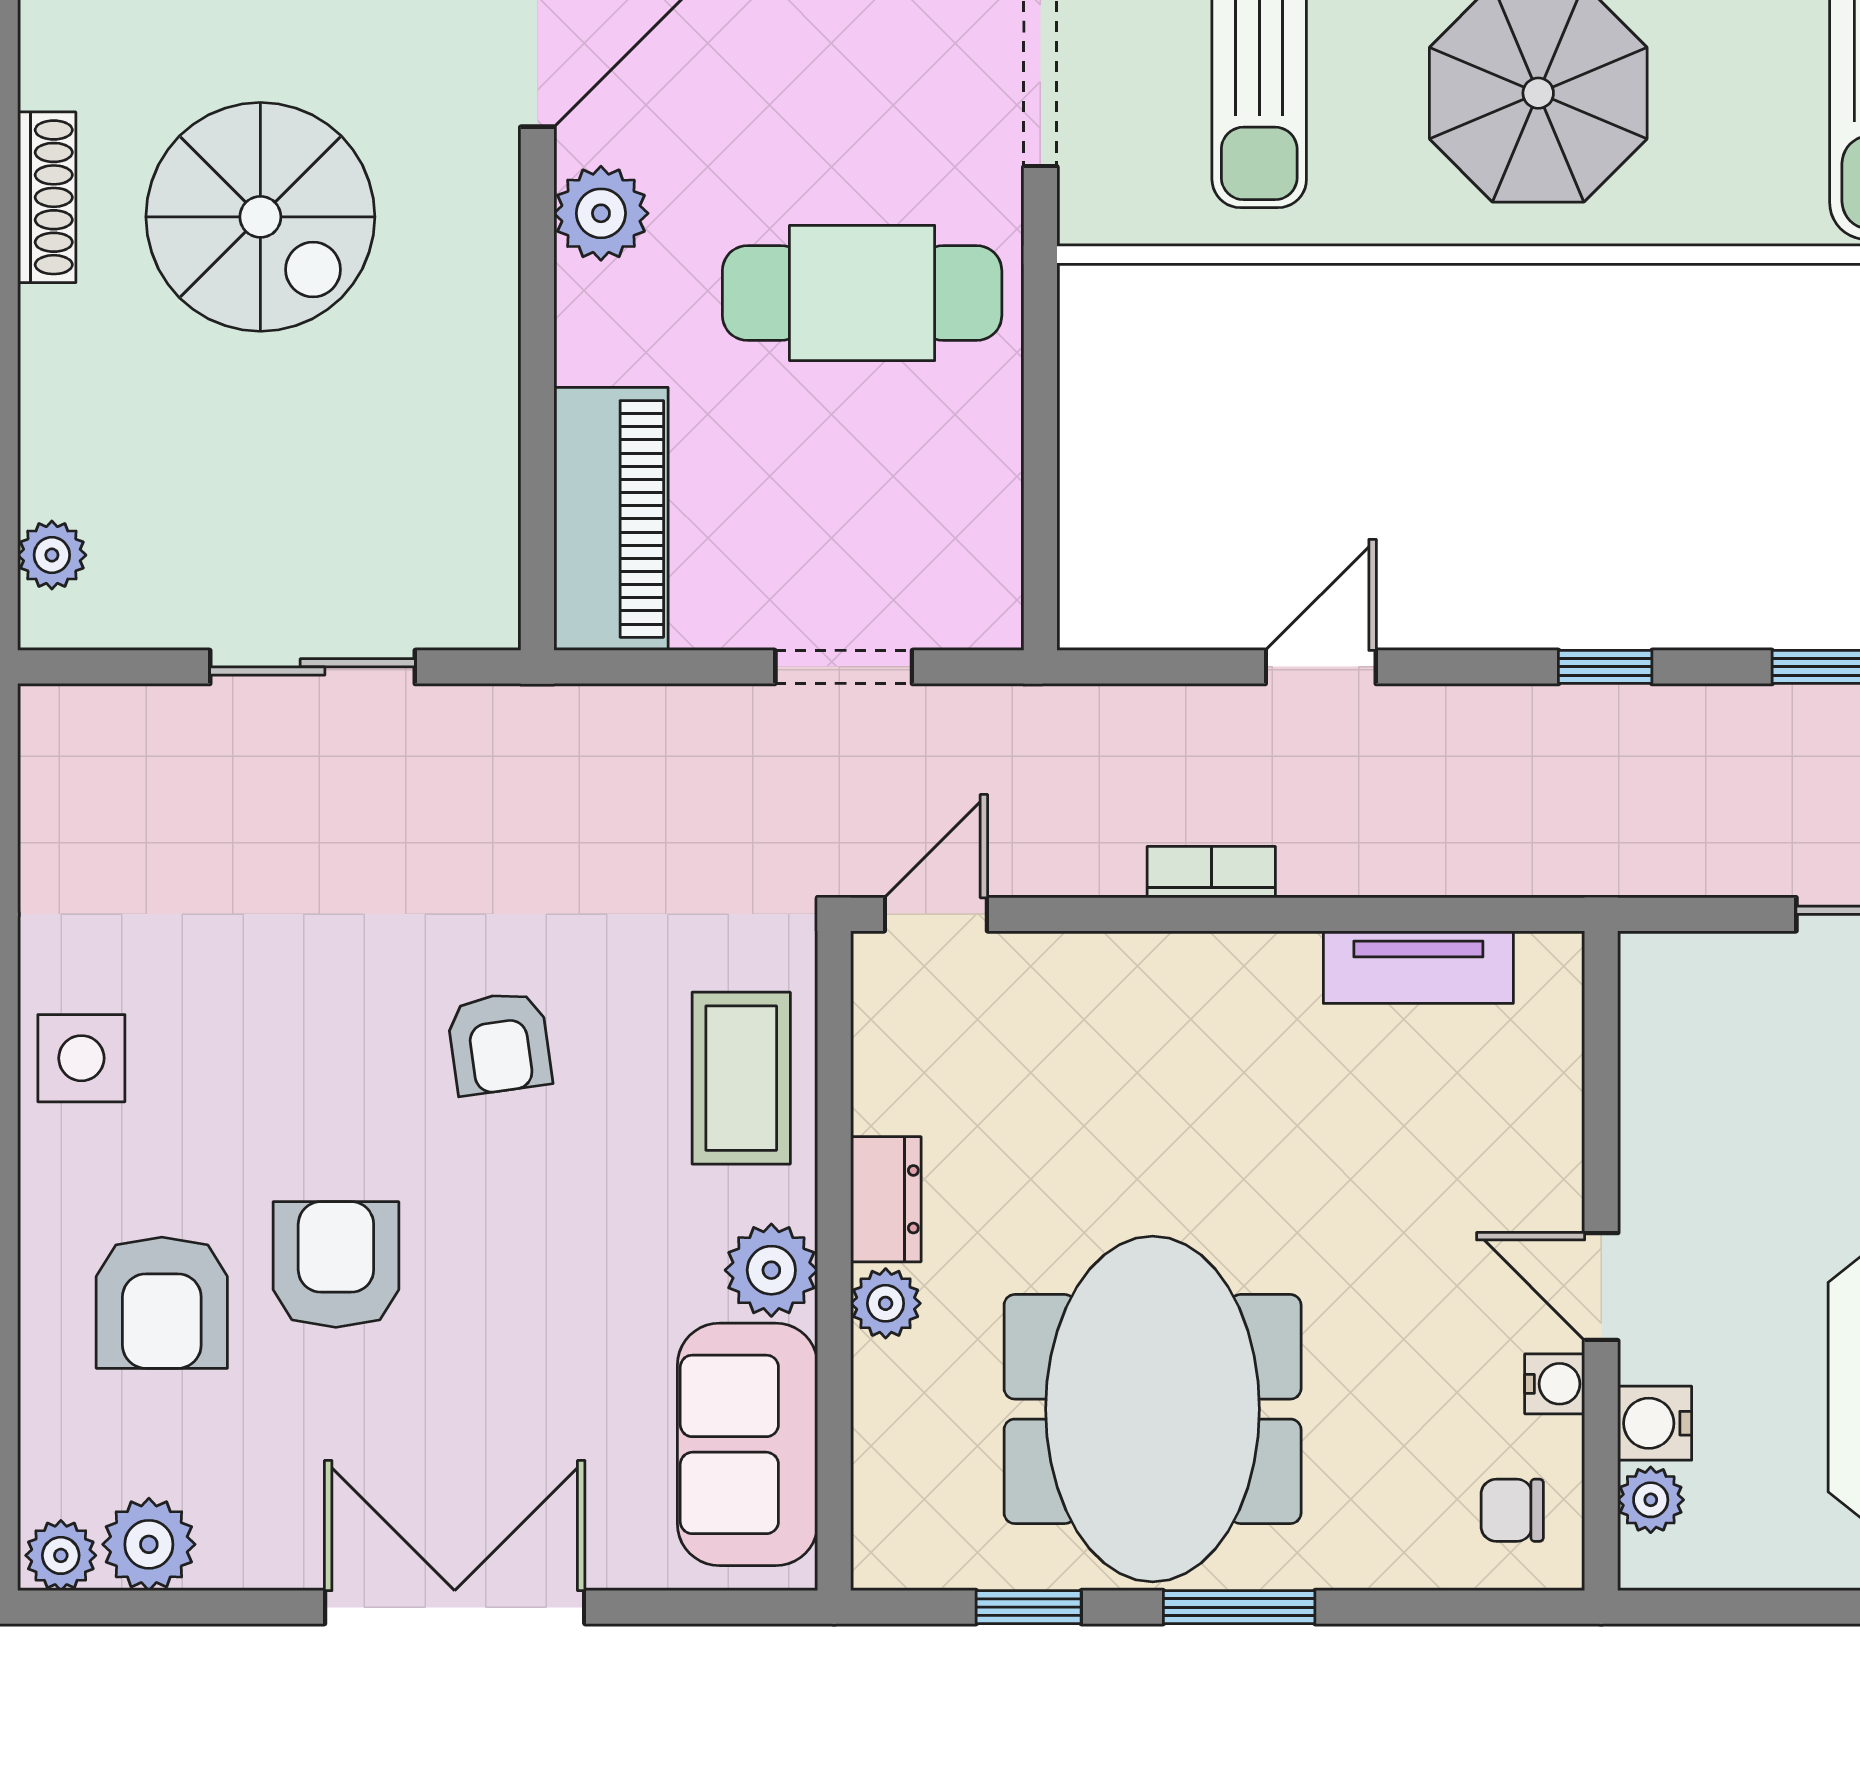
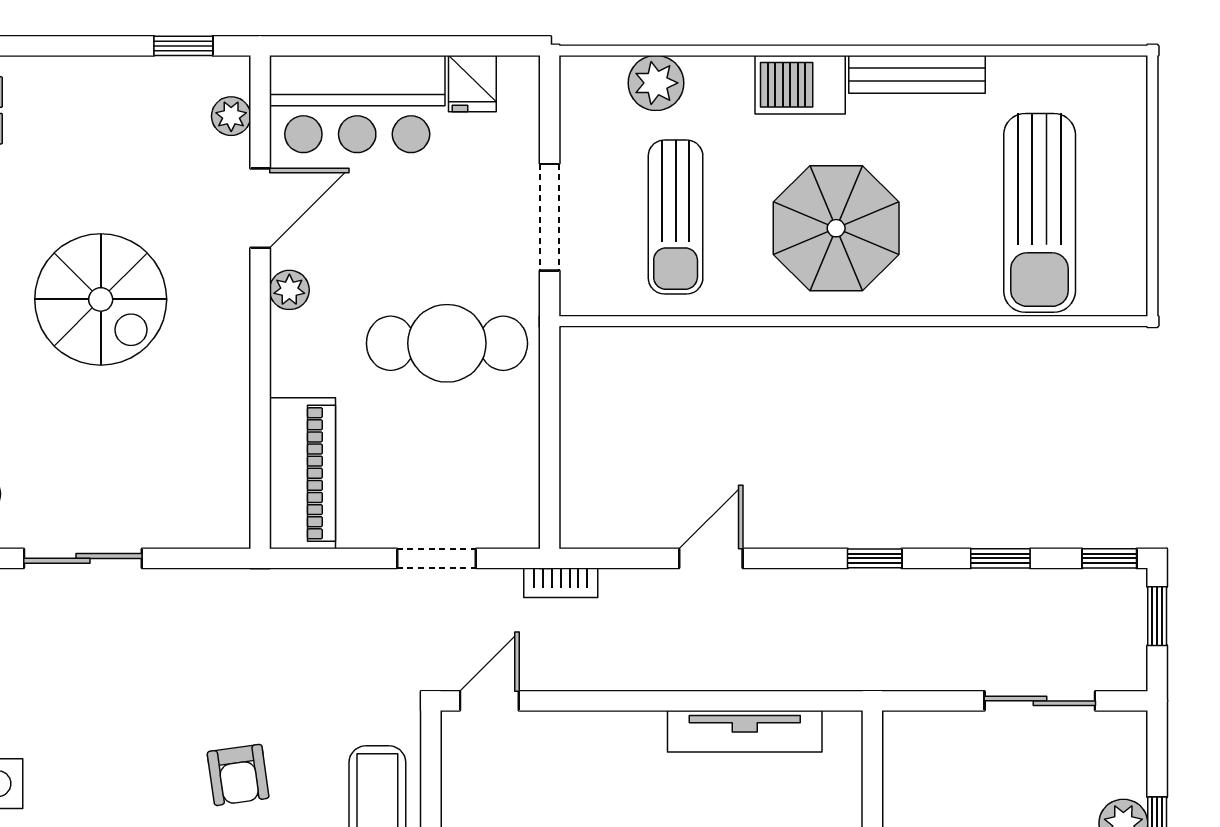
plant: (601, 213) -> (289, 290), width x0.73, depth x0.73
sliding door: (313, 667) -> (83, 558), moved
bookcase: (1211, 872) -> (561, 583), moved, turned 180
tv unit: (1418, 967) -> (745, 731), width x1.41

